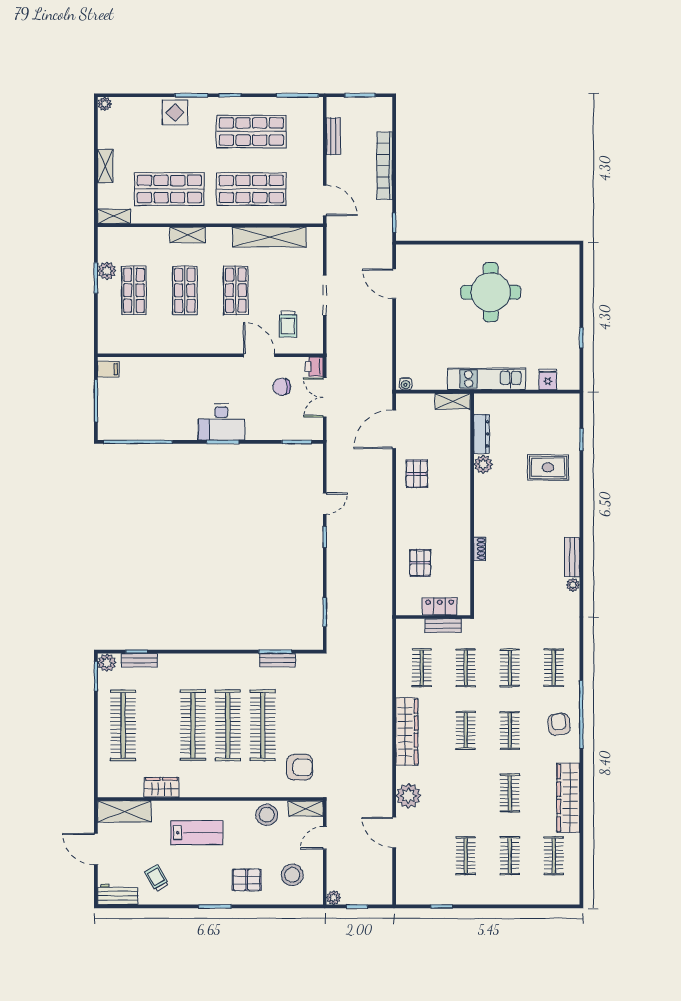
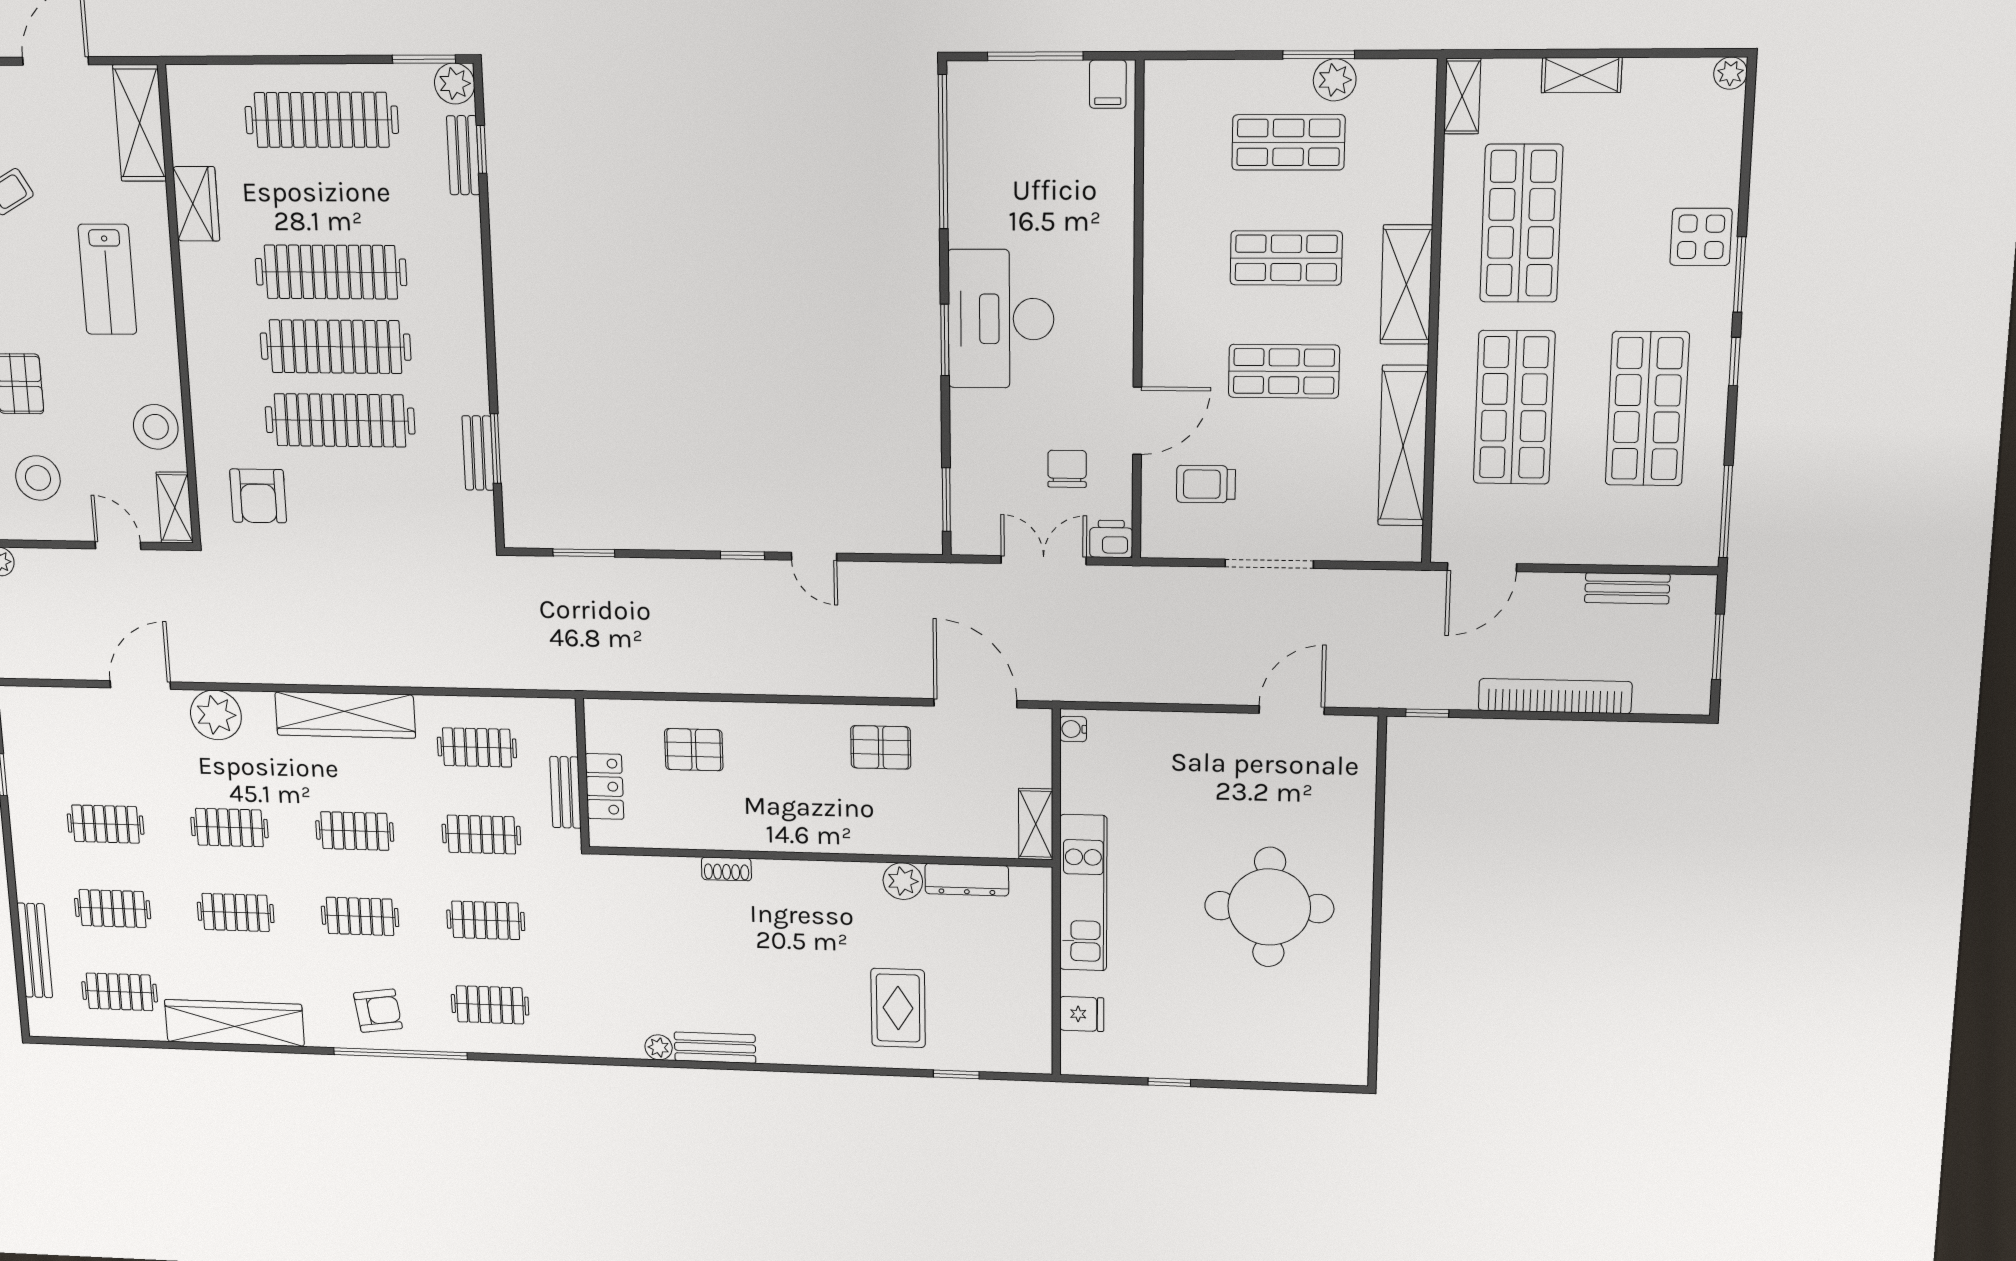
shelving: (188, 235) -> (1406, 285), width x1.50, depth x1.33
desk: (221, 422) -> (1001, 319), width x1.36, depth x1.30
clothes rail: (466, 793) -> (229, 828), added
bench: (533, 898) -> (35, 951), added

